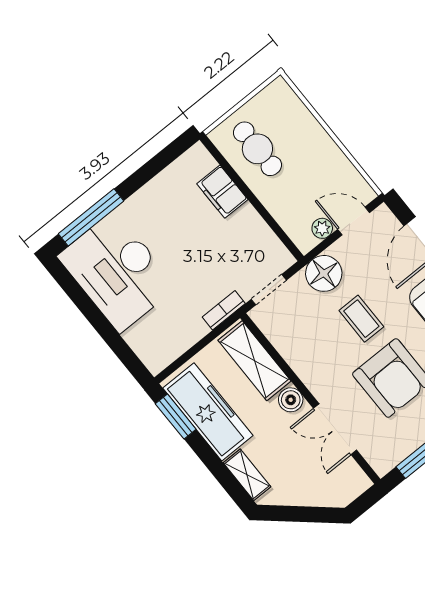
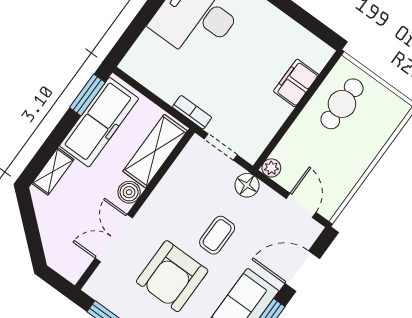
plant: (322, 228) -> (271, 168), moved
floor lamp: (324, 273) -> (247, 185), width x0.73, depth x0.73

